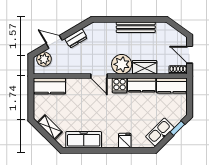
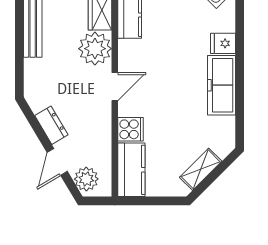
cooker: (120, 85) -> (131, 129), moved
freezer: (84, 140) -> (222, 85), moved

